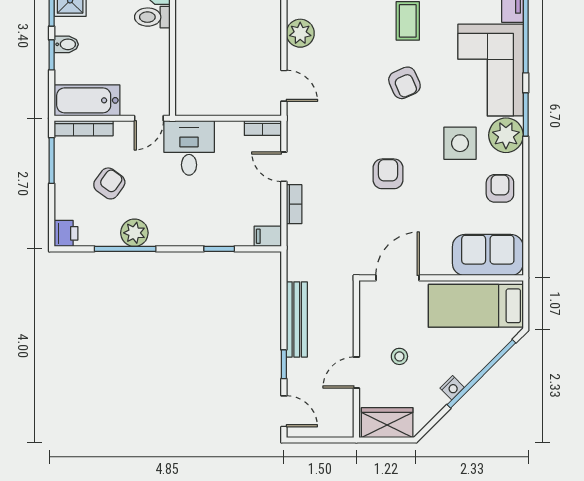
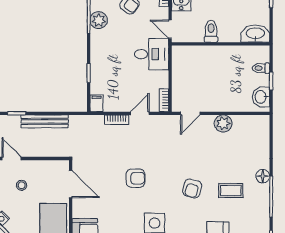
toilet: (152, 17) -> (211, 31), moved
armchair: (404, 83) -> (192, 188), turned -51

